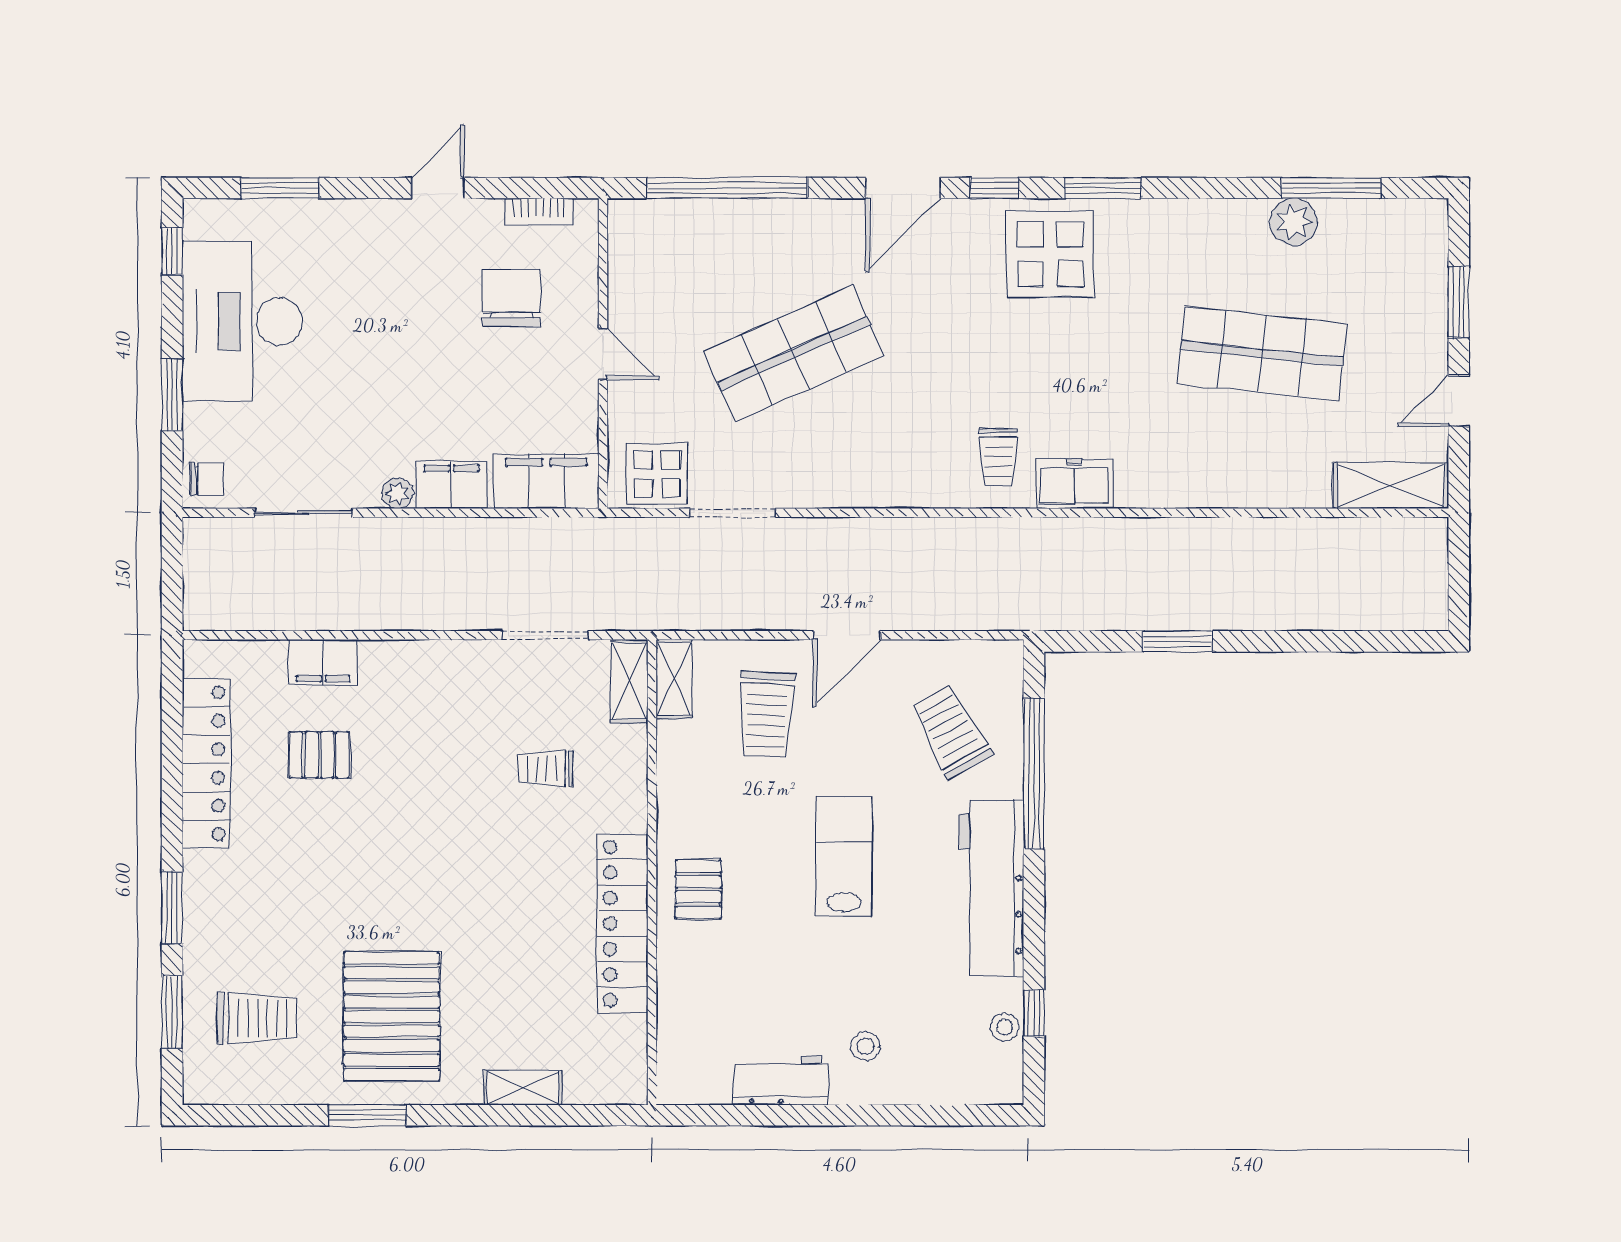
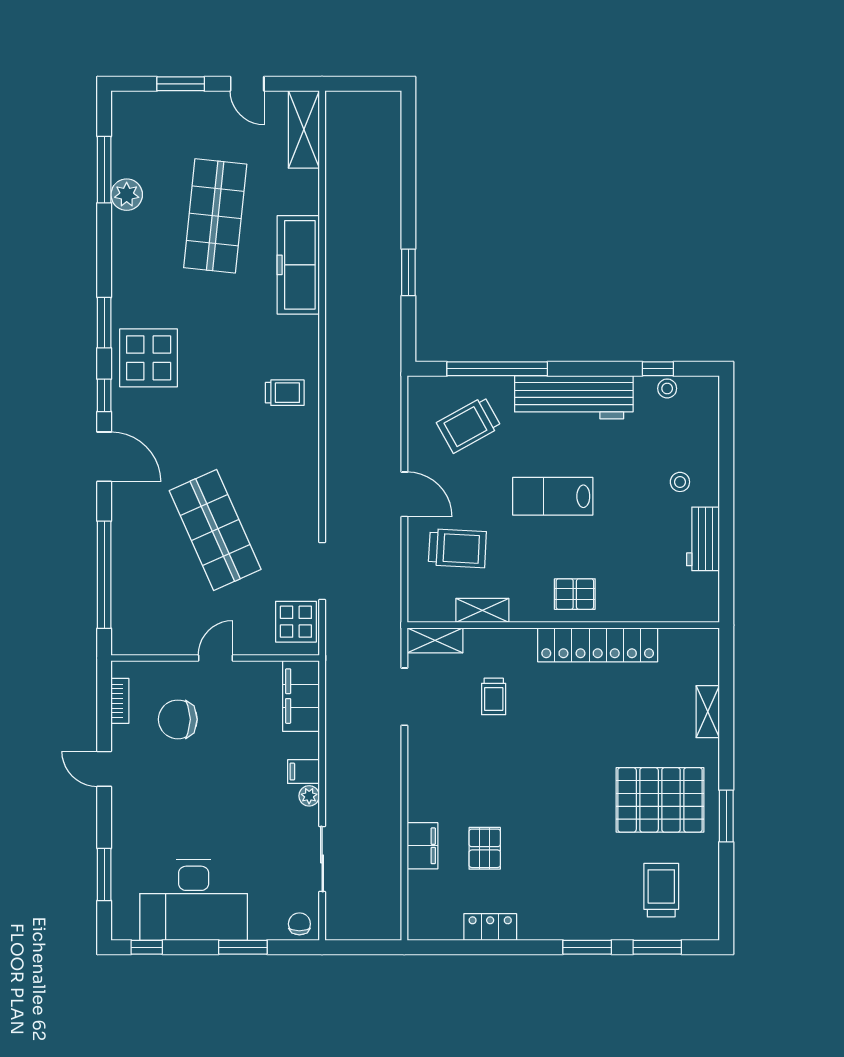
freezer: (1074, 484) -> (298, 265), moved, width x1.91, depth x1.26
filing cabinet: (452, 485) -> (303, 772), width x0.50
shelving: (674, 679) -> (482, 610), moved
locker: (206, 763) -> (490, 927), width x0.46, depth x0.83

